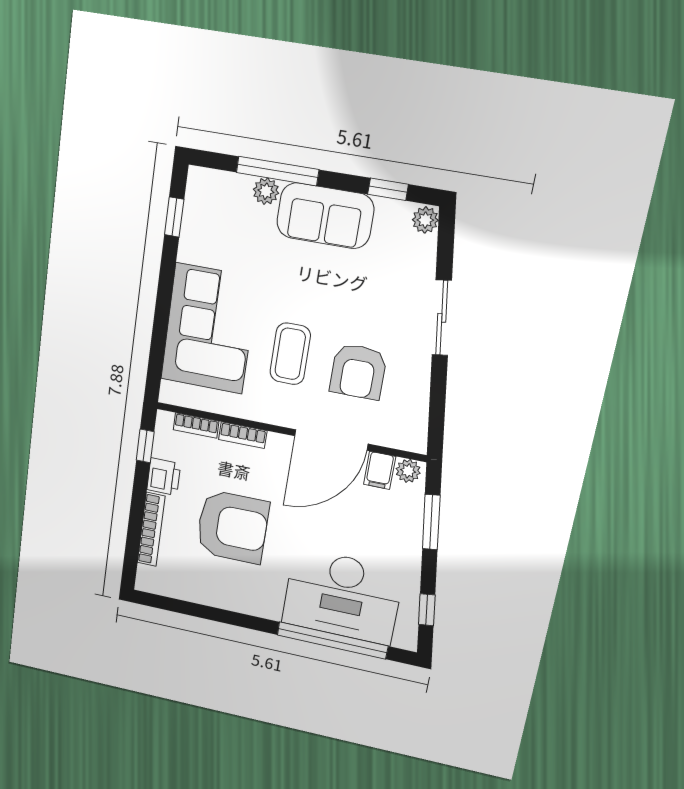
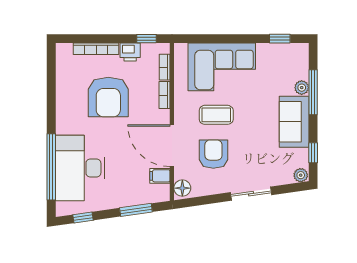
armchair: (358, 372) -> (213, 154), turned 90
floor lamp: (408, 437) -> (182, 188), added
plant: (408, 471) -> (163, 192), removed

